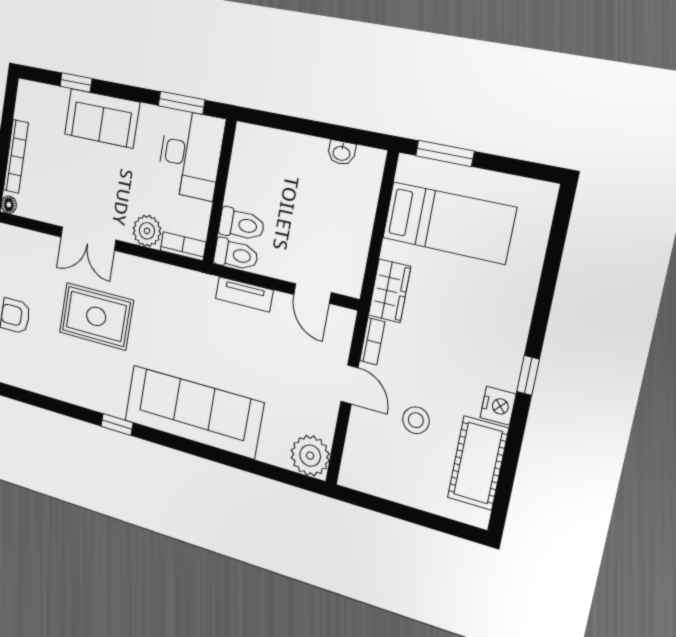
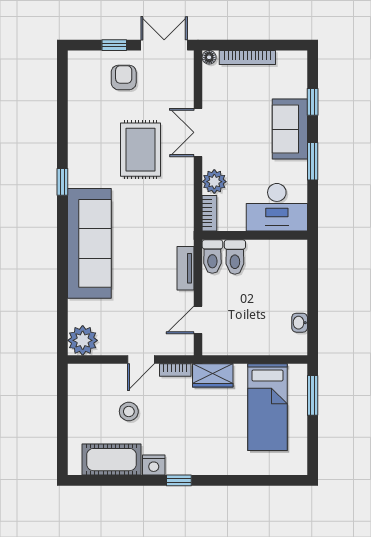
window: (181, 103) -> (313, 161), moved

